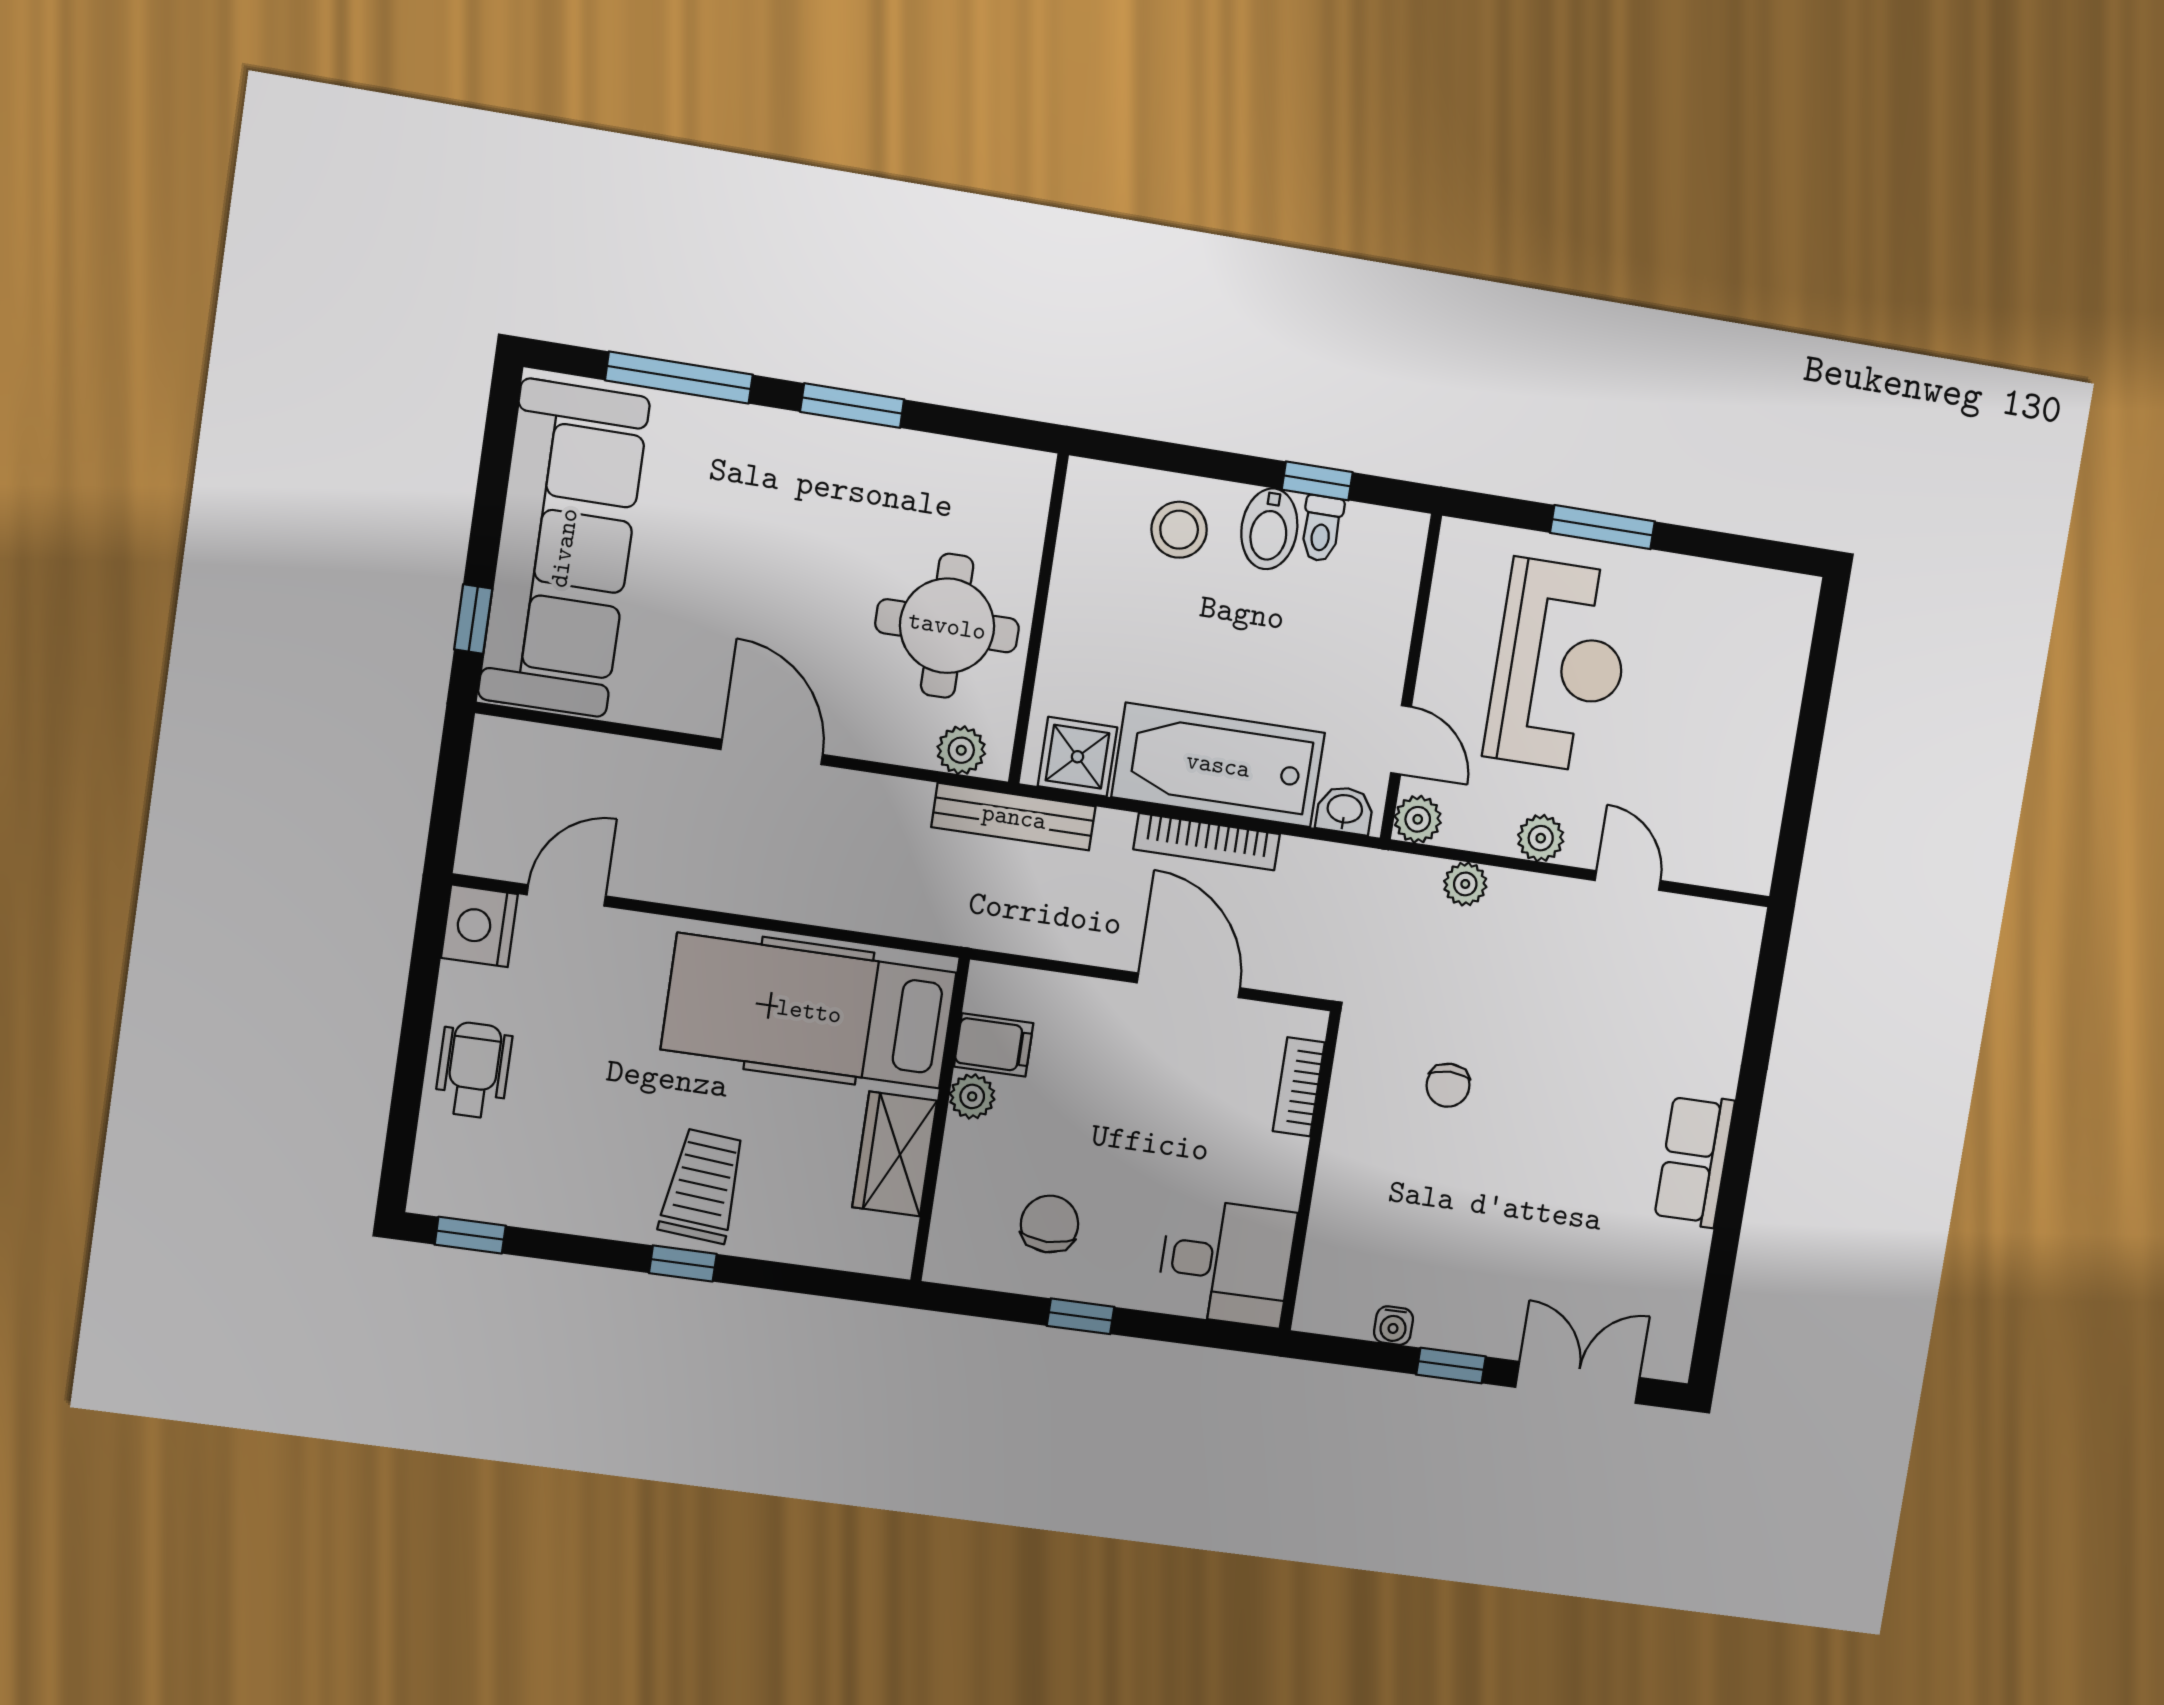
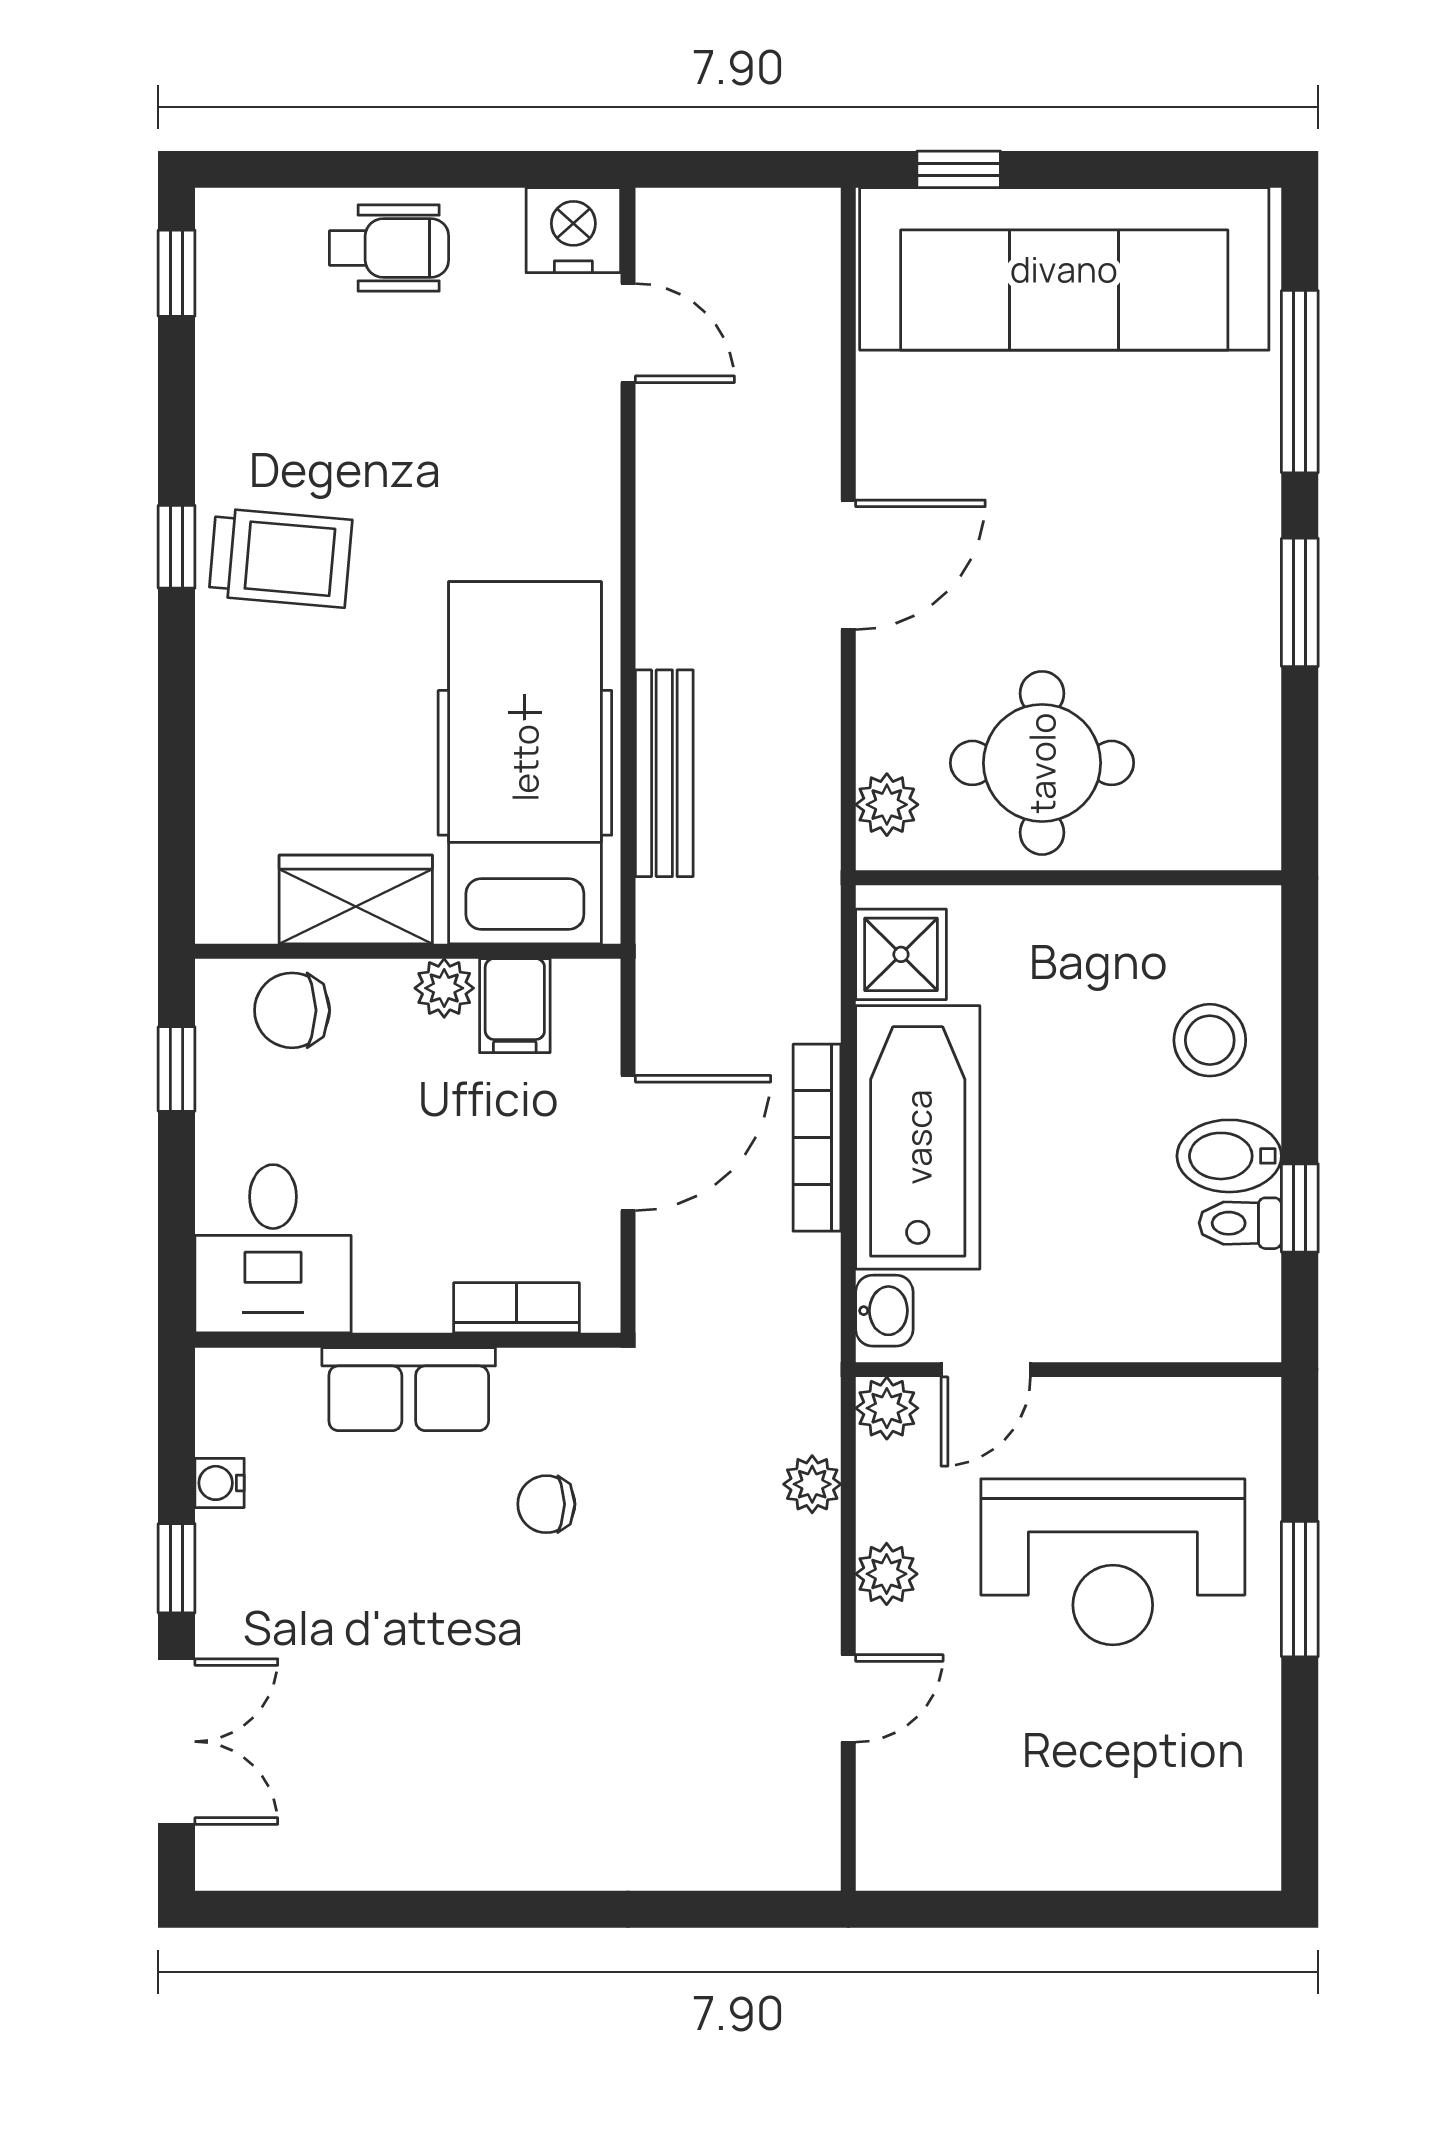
bench: (1014, 817) -> (664, 773), moved
hospital bed: (809, 1011) -> (525, 763), moved
filing cabinet: (994, 1045) -> (515, 1006), moved
plant: (972, 1096) -> (444, 988), moved
wall: (940, 1120) -> (408, 951), moved
wardrobe: (895, 1154) -> (356, 899), moved
row of seats: (1694, 1160) -> (409, 1389), moved, turned 180
chair: (1050, 1224) -> (292, 1010), turned 180

